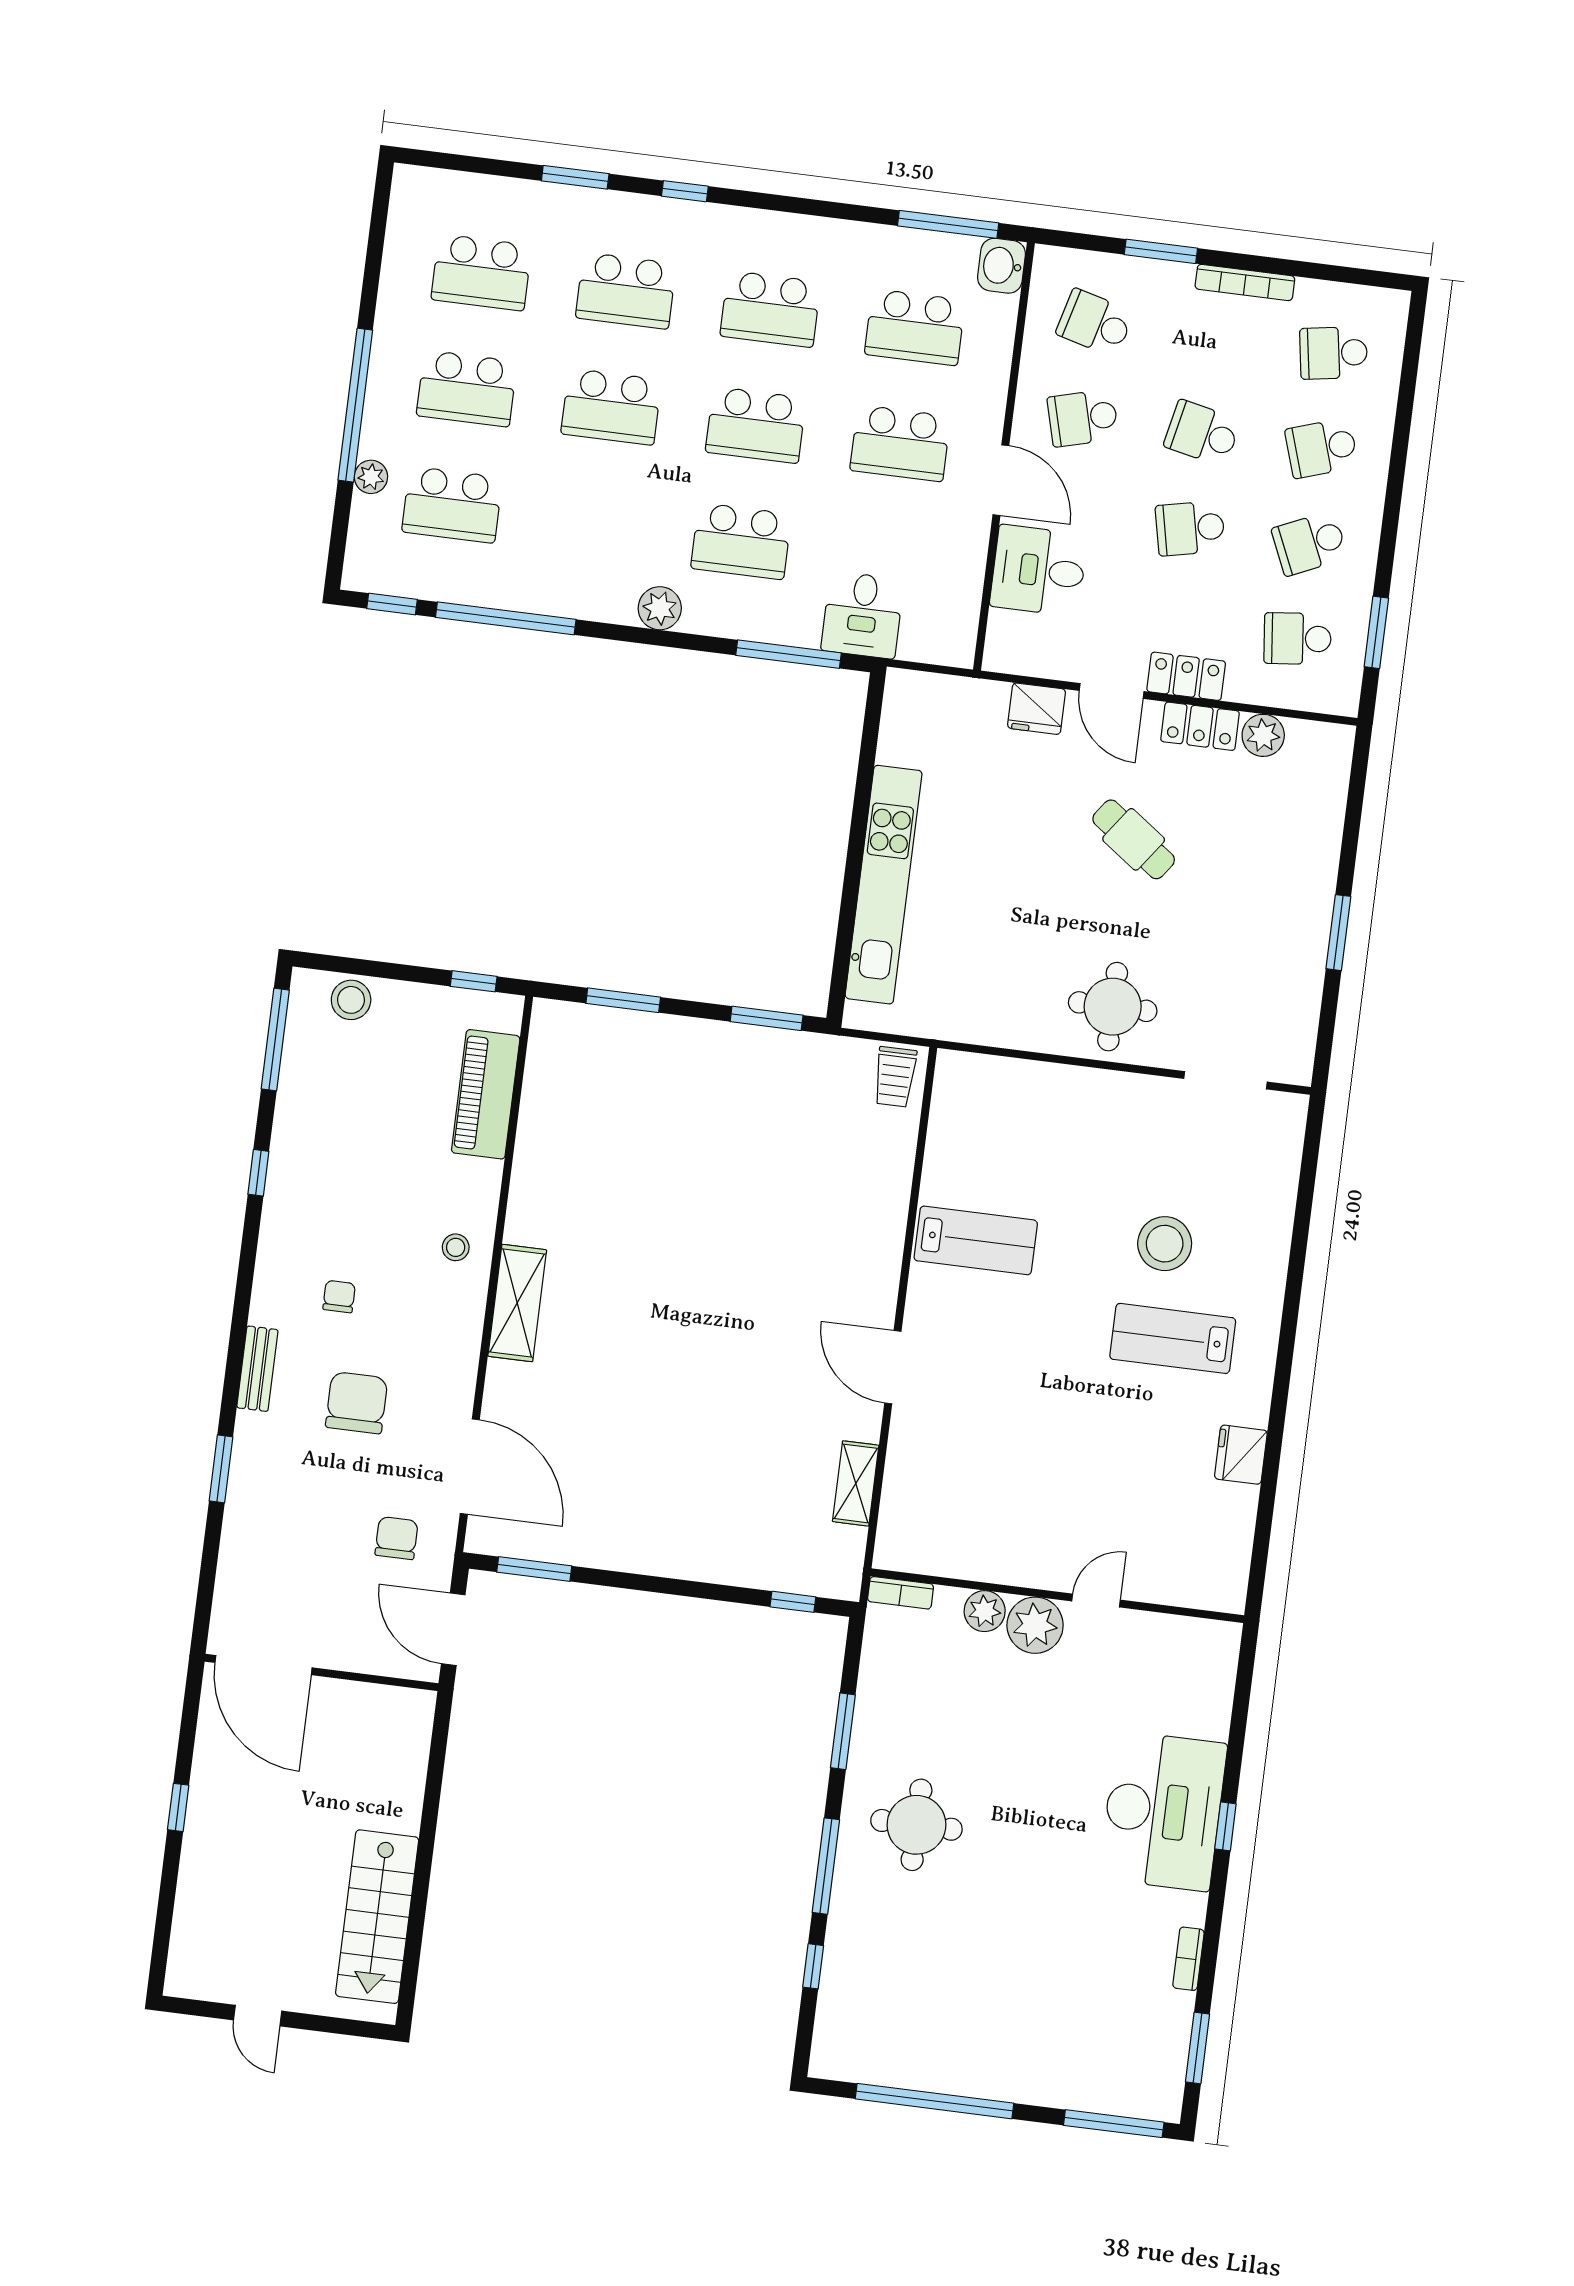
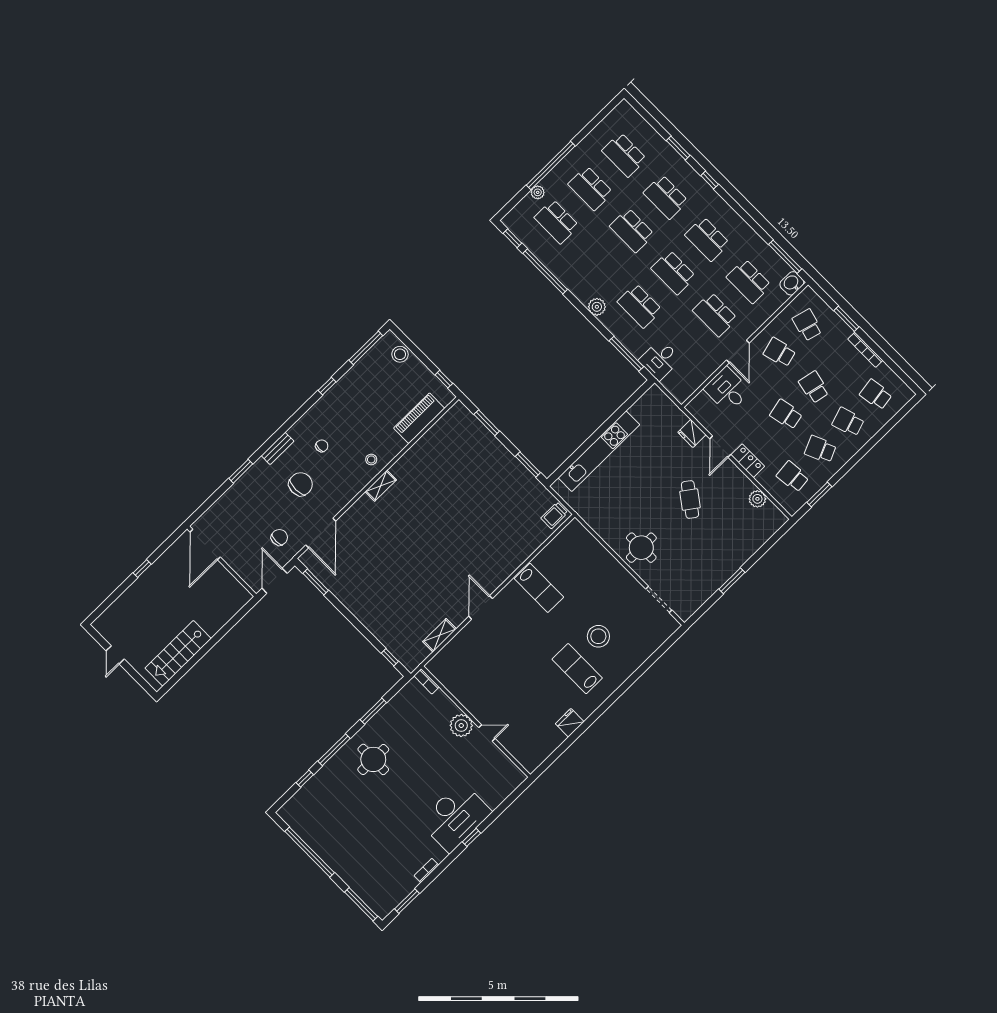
locker: (1200, 726) -> (740, 480), removed
shelving: (517, 1303) -> (381, 486), width x0.67, depth x0.75
plant: (985, 1611) -> (449, 708), removed

